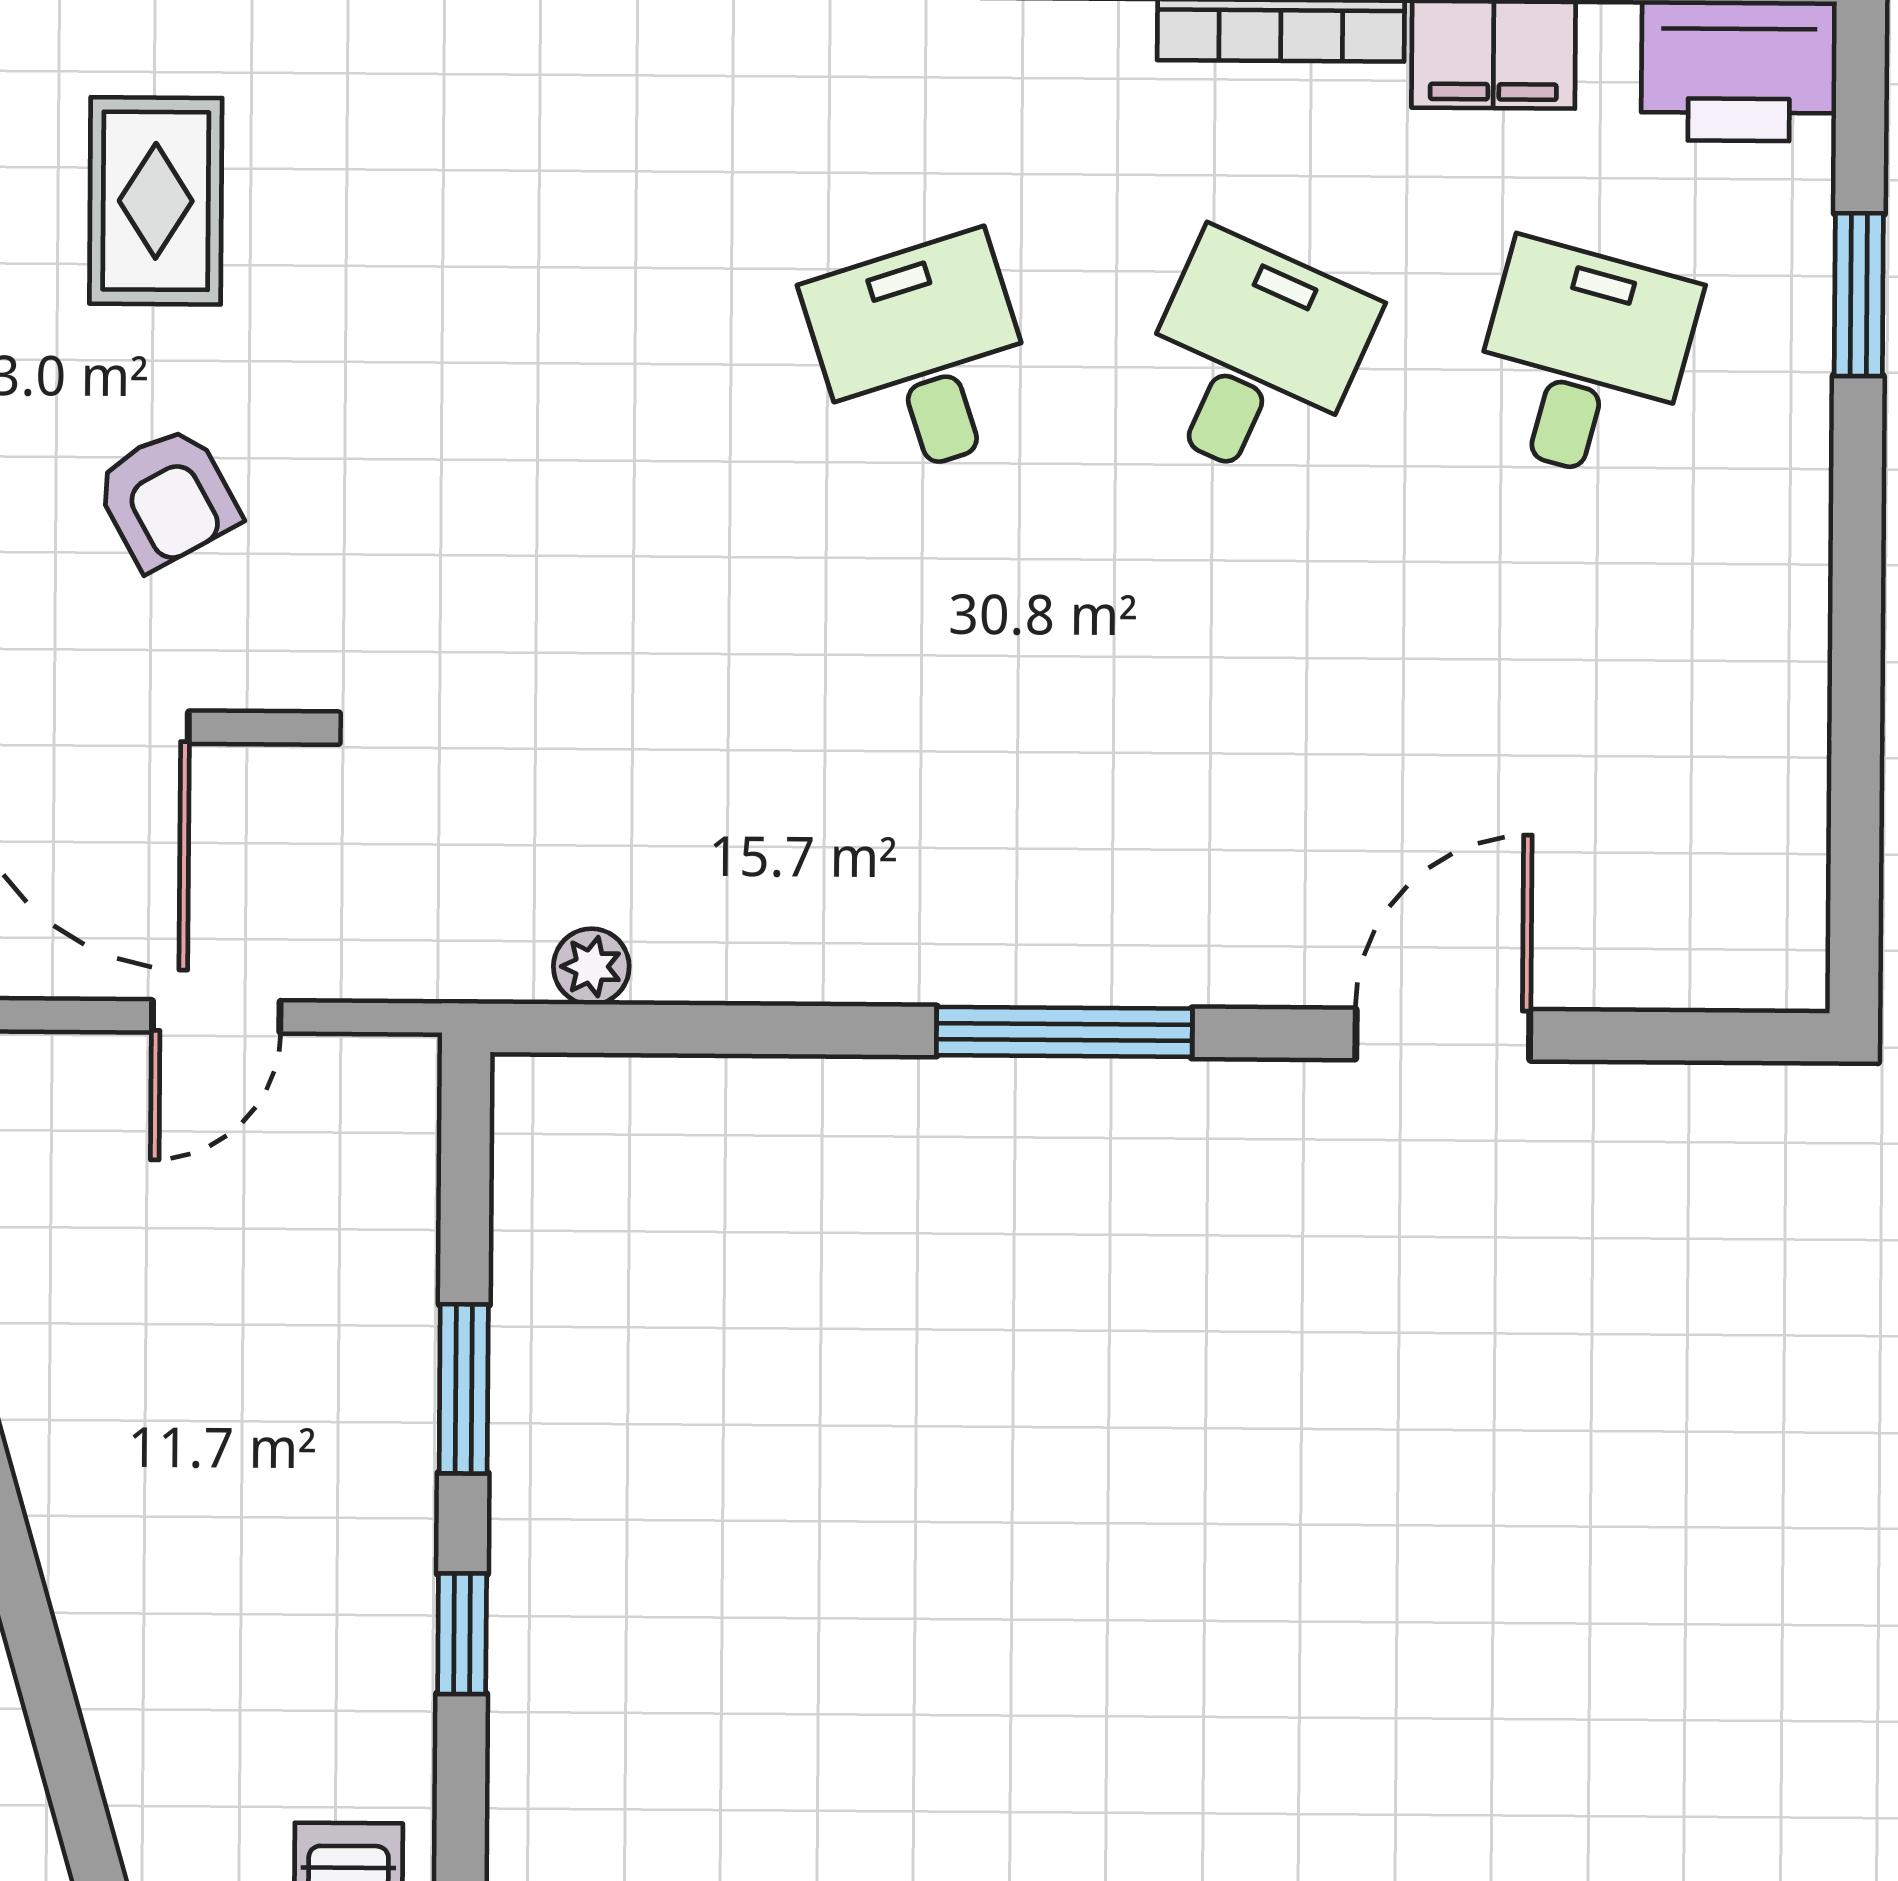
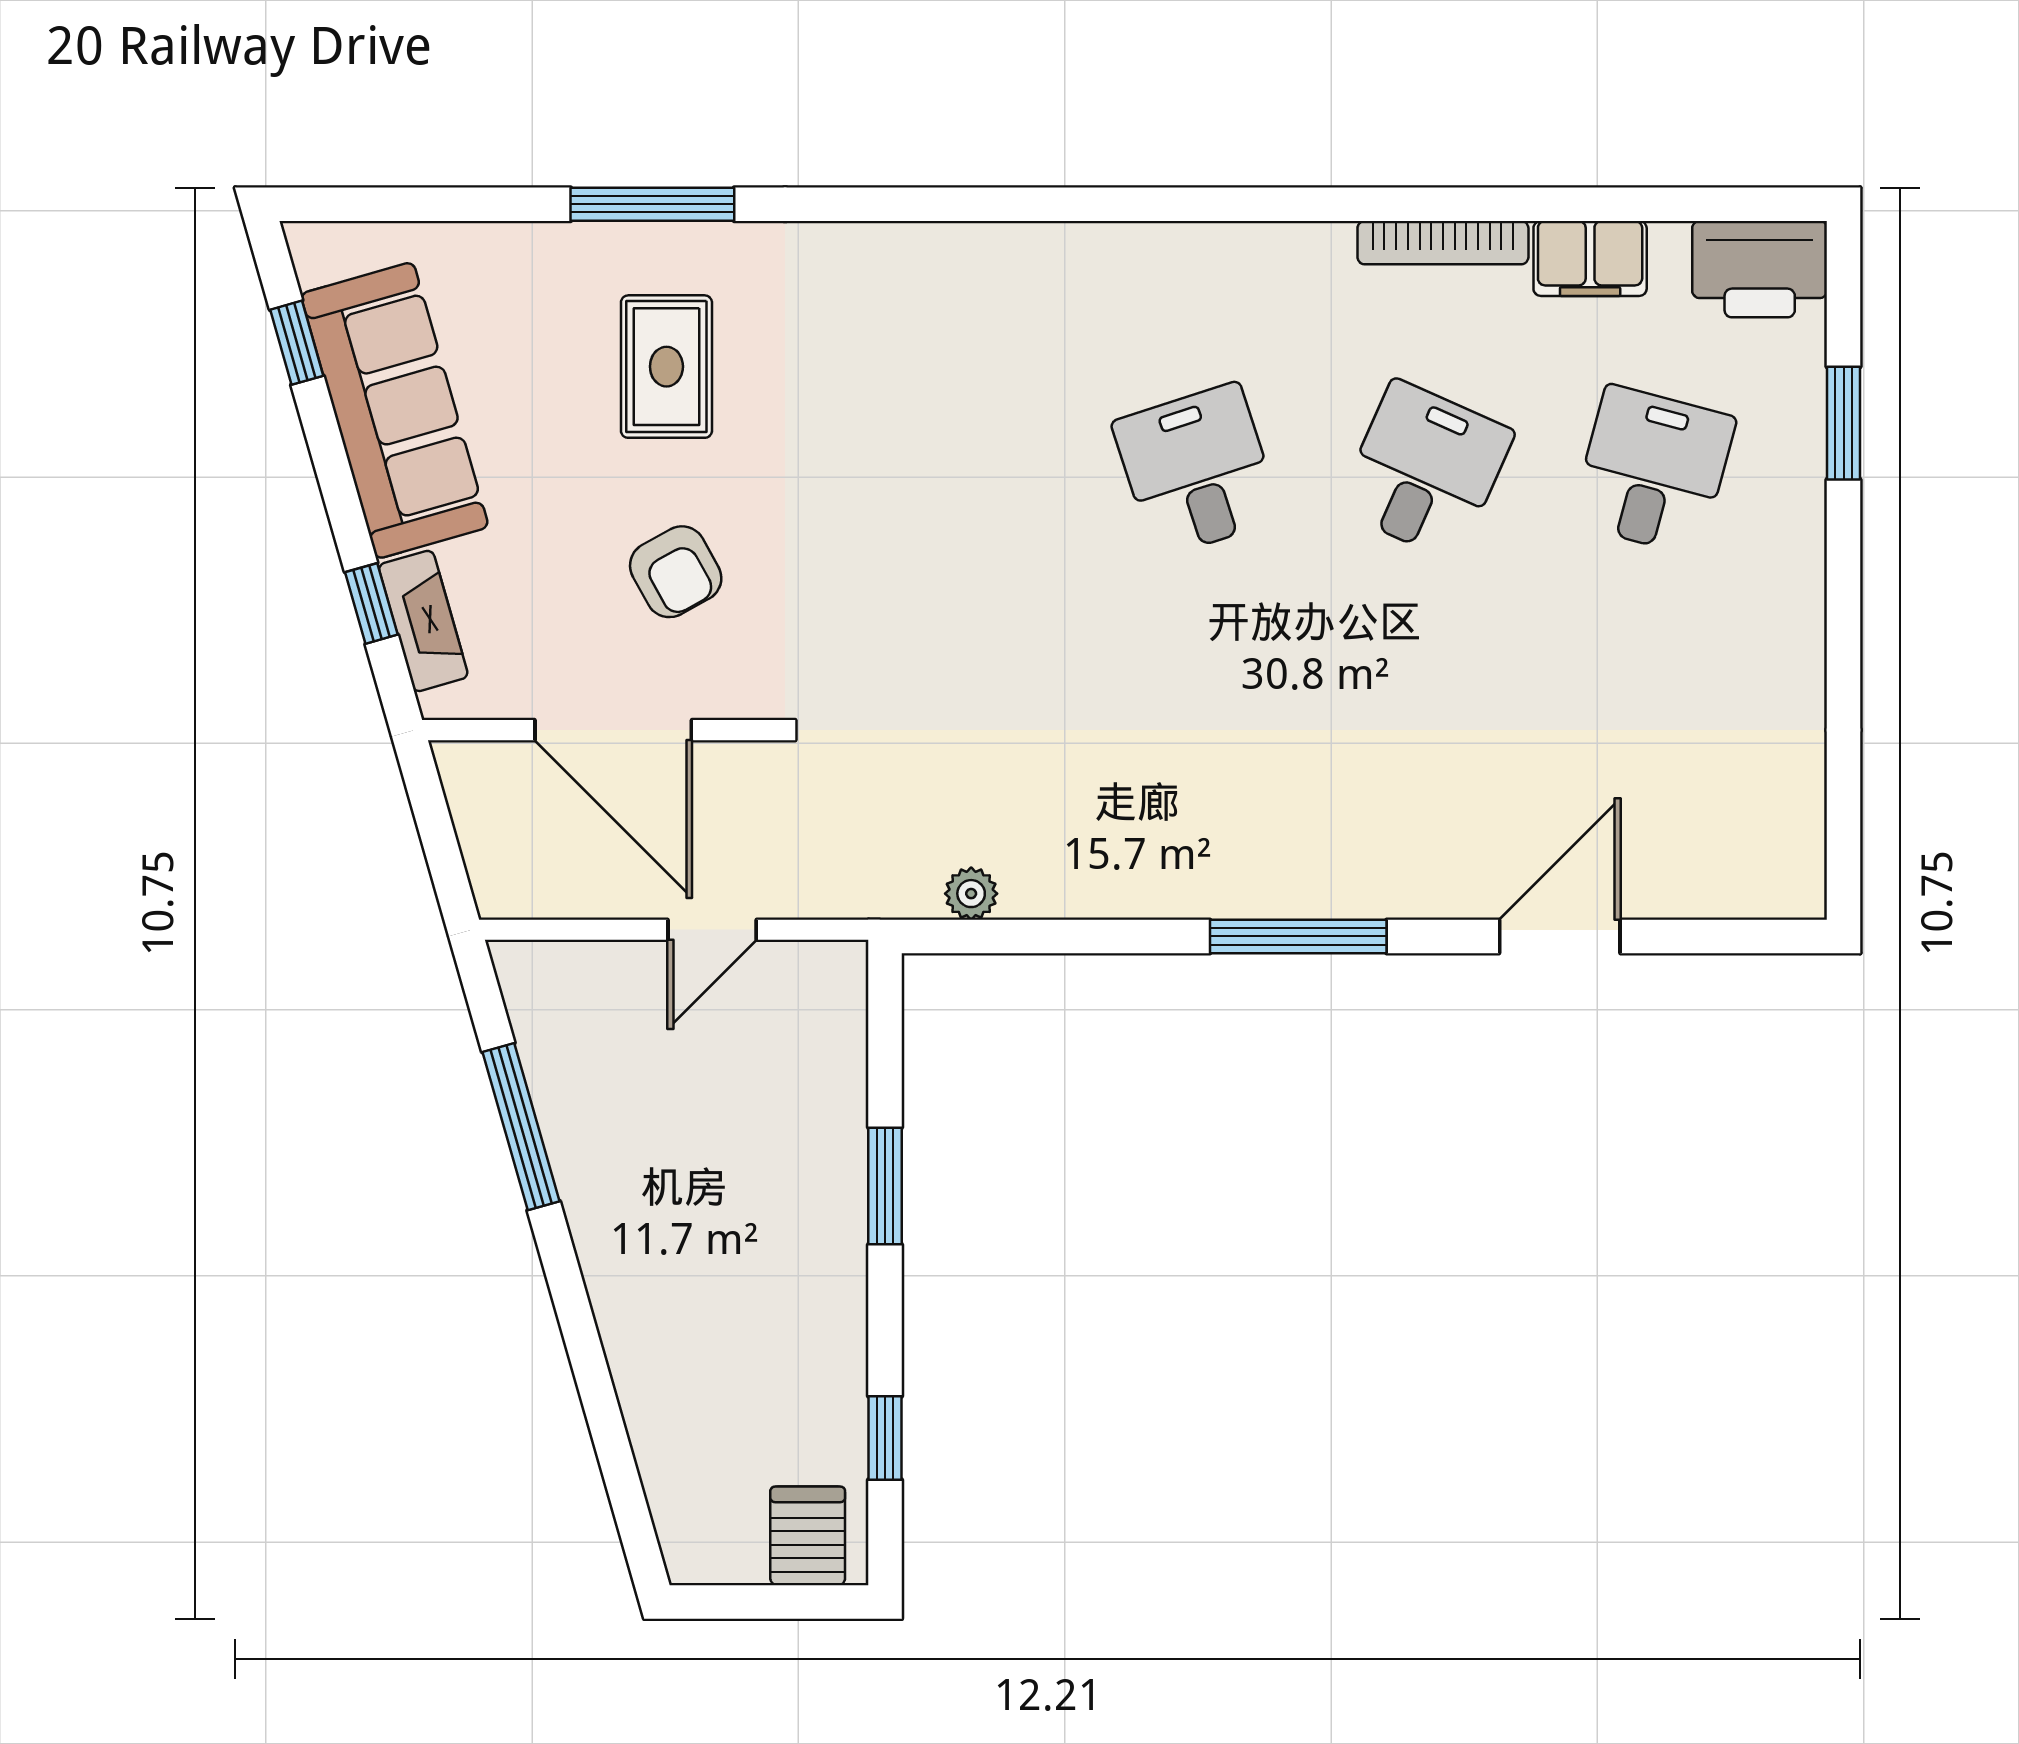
window: (462, 1634) -> (885, 1438), moved

